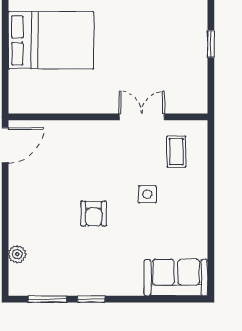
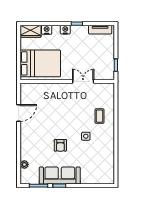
wall: (108, 117) -> (67, 81), moved
double door: (142, 117) -> (83, 81), moved
sofa: (176, 278) -> (60, 176), moved, width x1.36

